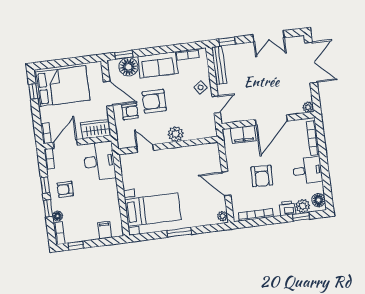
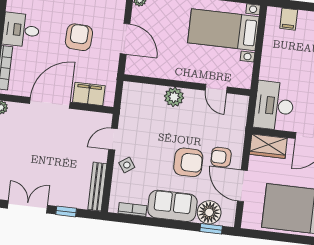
window: (227, 42) -> (66, 211), moved
plant: (176, 134) -> (174, 97), moved
wall: (168, 145) -> (187, 85), moved
door: (145, 148) -> (216, 89), moved

